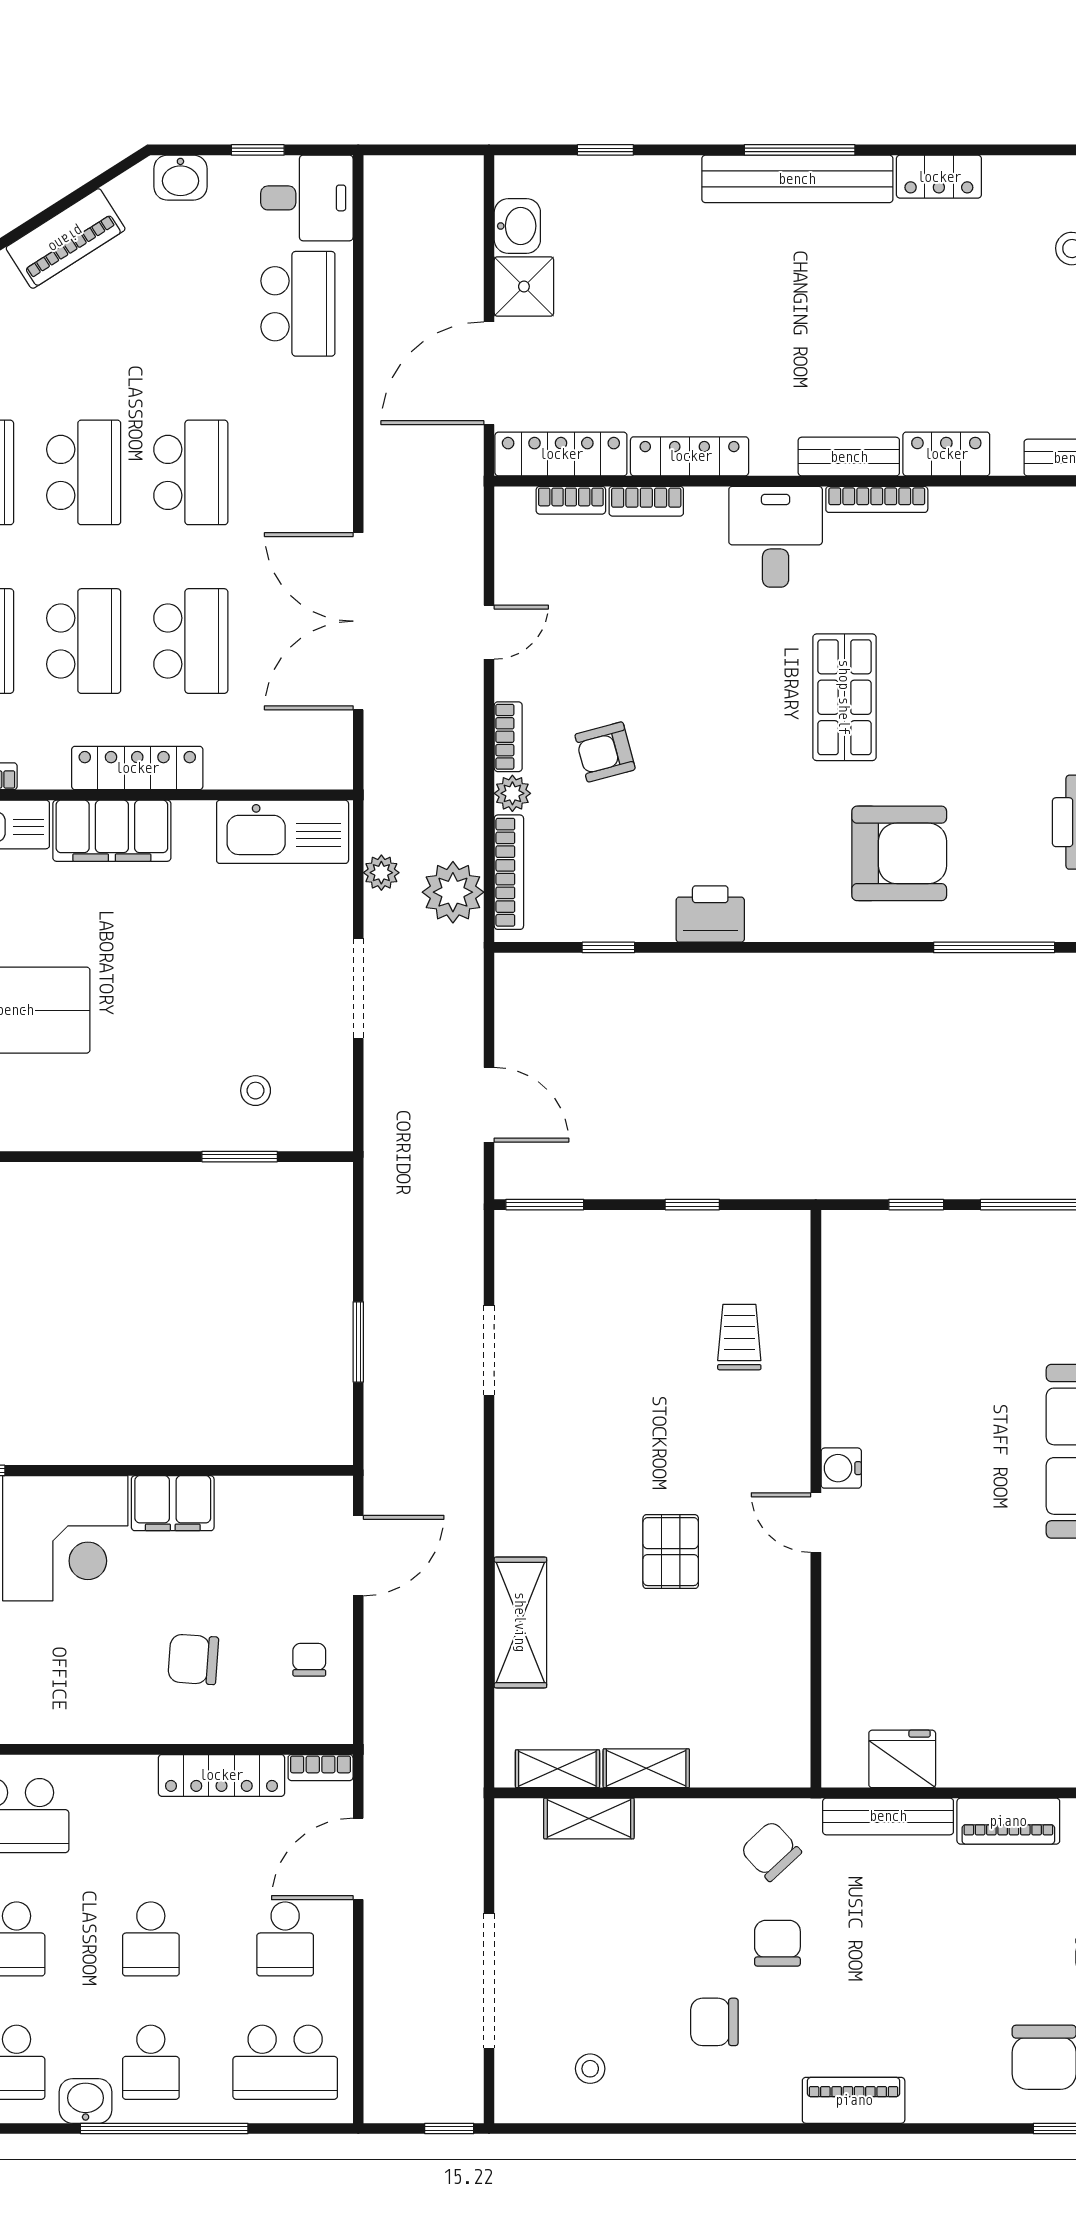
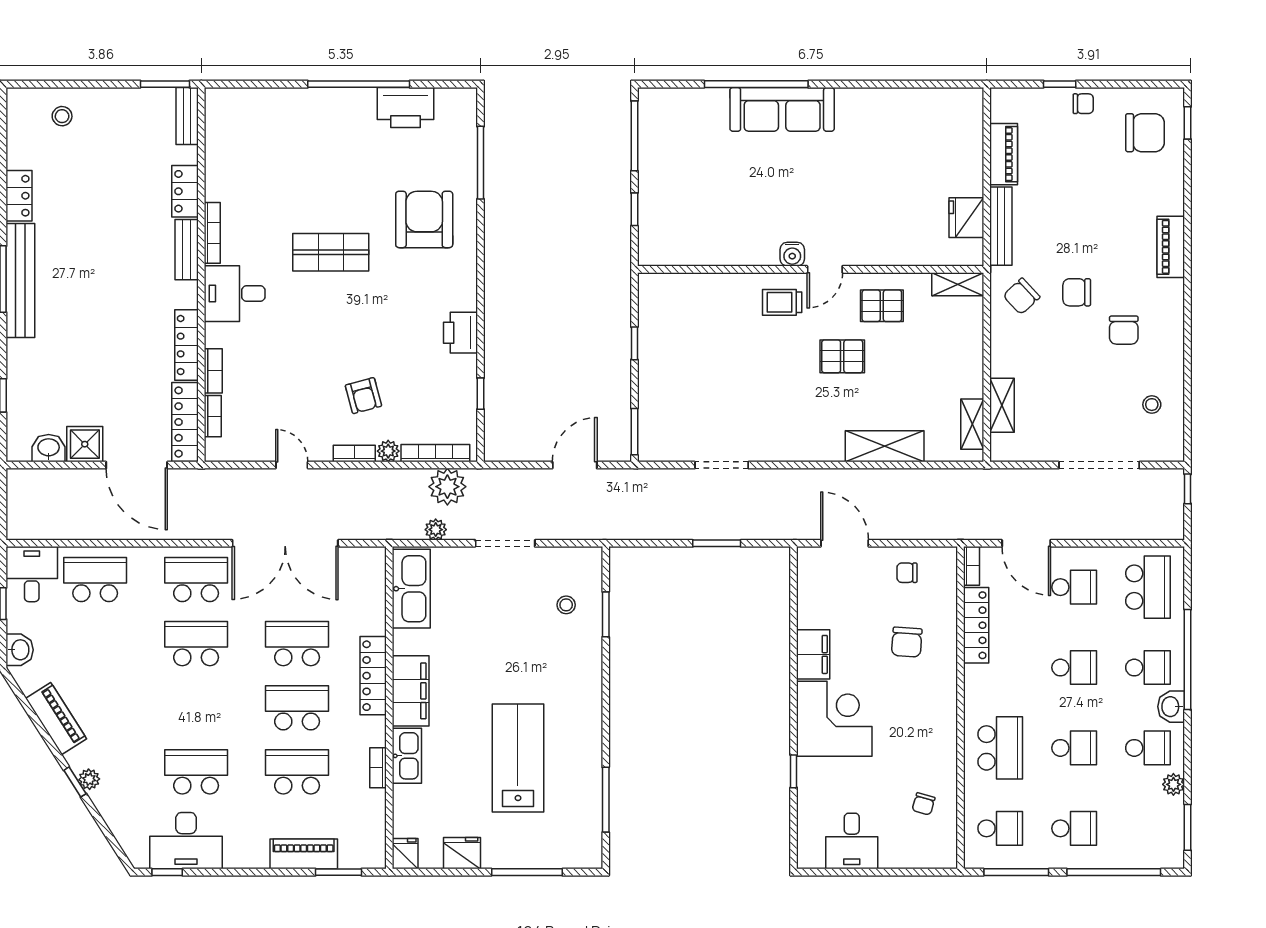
school desk: (84, 472) -> (196, 579), moved
trolley: (739, 1337) -> (782, 302), moved
pallet: (755, 1618) -> (882, 306), added
shelving: (646, 1768) -> (958, 284), moved, turned 90

